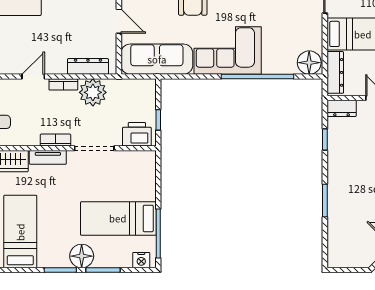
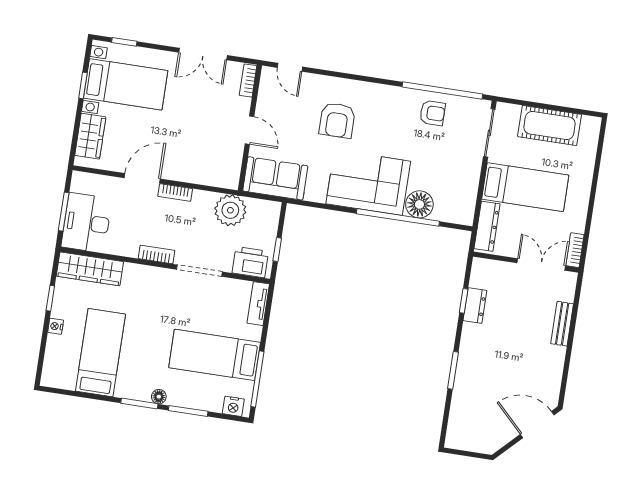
sofa: (157, 59) -> (275, 178), width x0.73
floor lamp: (309, 63) -> (419, 204), moved
dresser: (88, 66) -> (206, 176), removed
door: (33, 77) -> (142, 178), width x1.38
plant: (93, 92) -> (230, 210), moved
dresser: (342, 108) -> (475, 305), moved, turned -90
tv unit: (48, 157) -> (258, 304), moved, turned 90
floor lamp: (82, 256) -> (159, 397), width x0.53, depth x0.53

